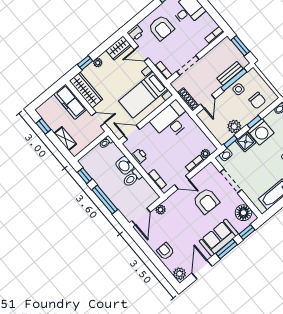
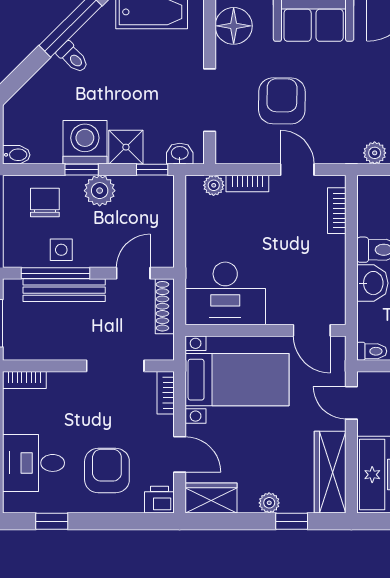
bench: (230, 73) -> (64, 290), width x1.36
plant: (234, 127) -> (100, 191), moved
printer: (140, 156) -> (333, 278), removed

